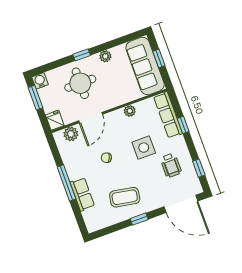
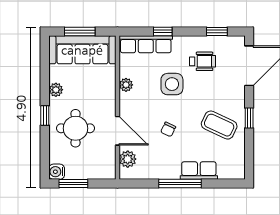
window: (159, 58) -> (80, 32), width x1.50
fridge: (55, 120) -> (106, 171), removed
coffee table: (125, 197) -> (219, 125), turned -75

